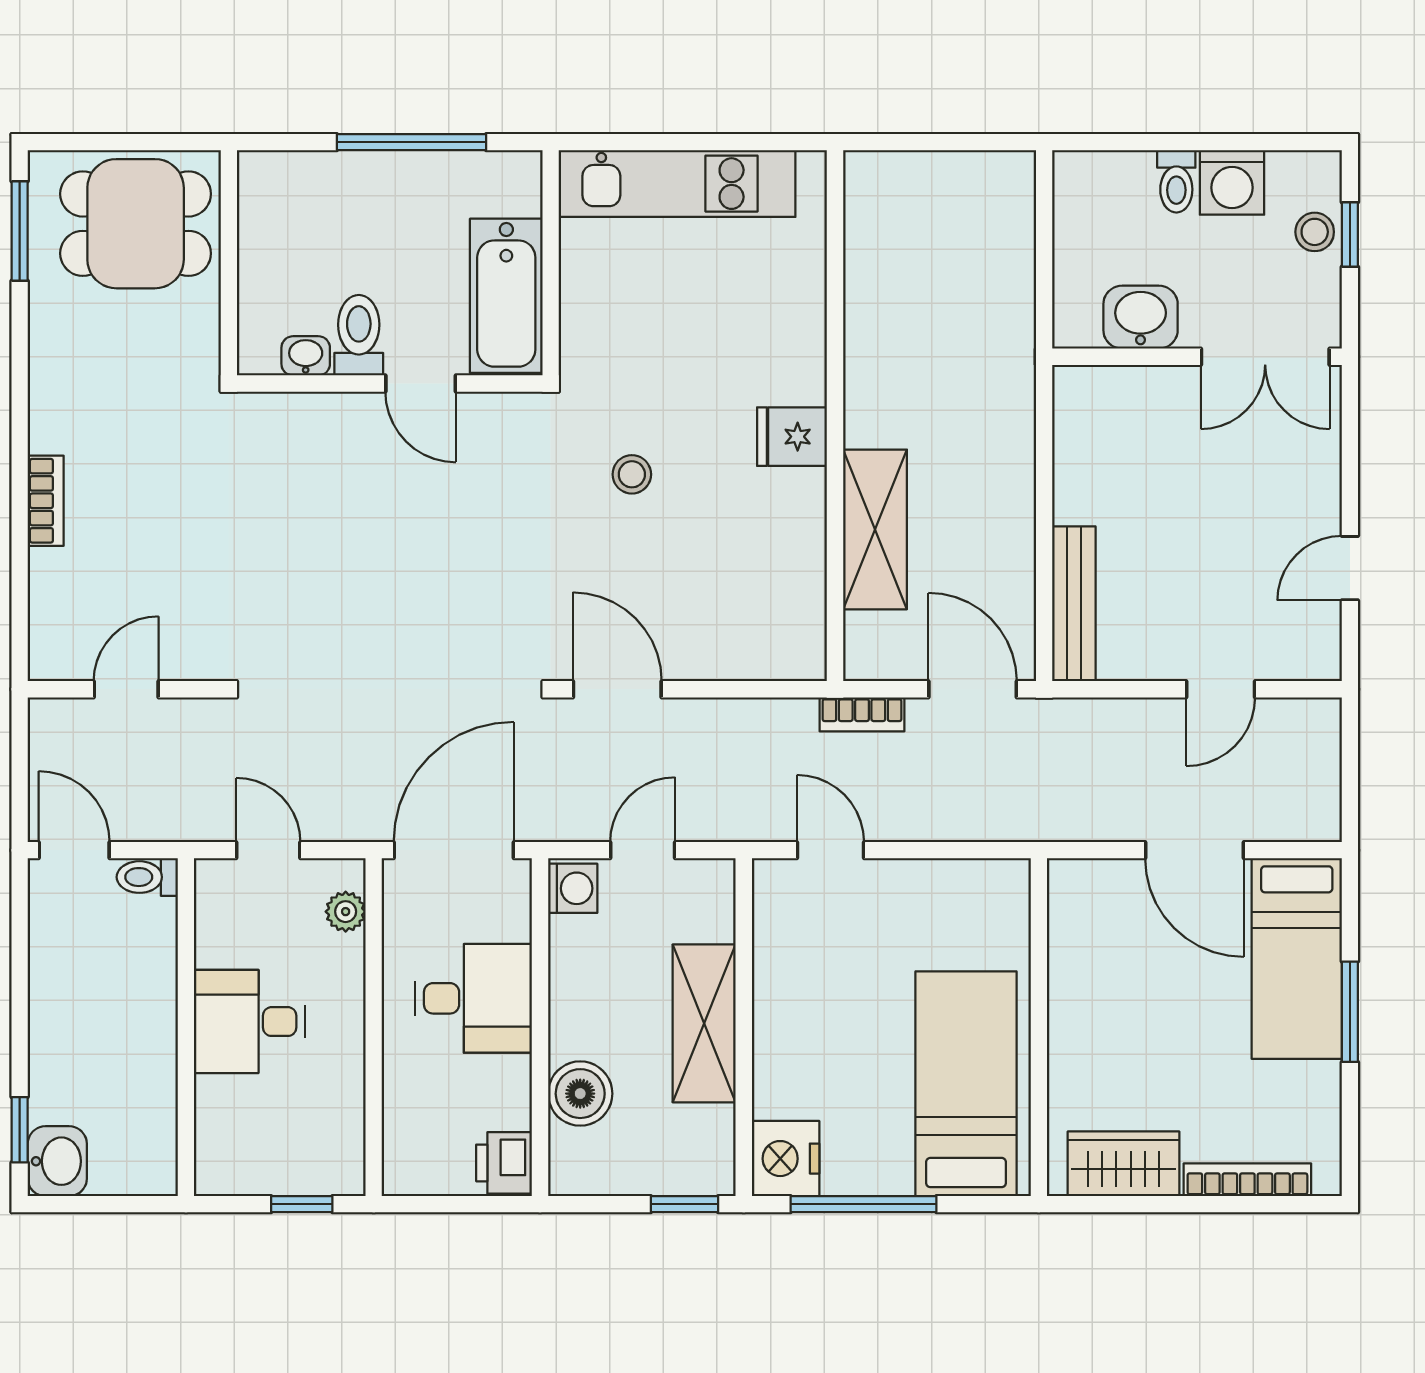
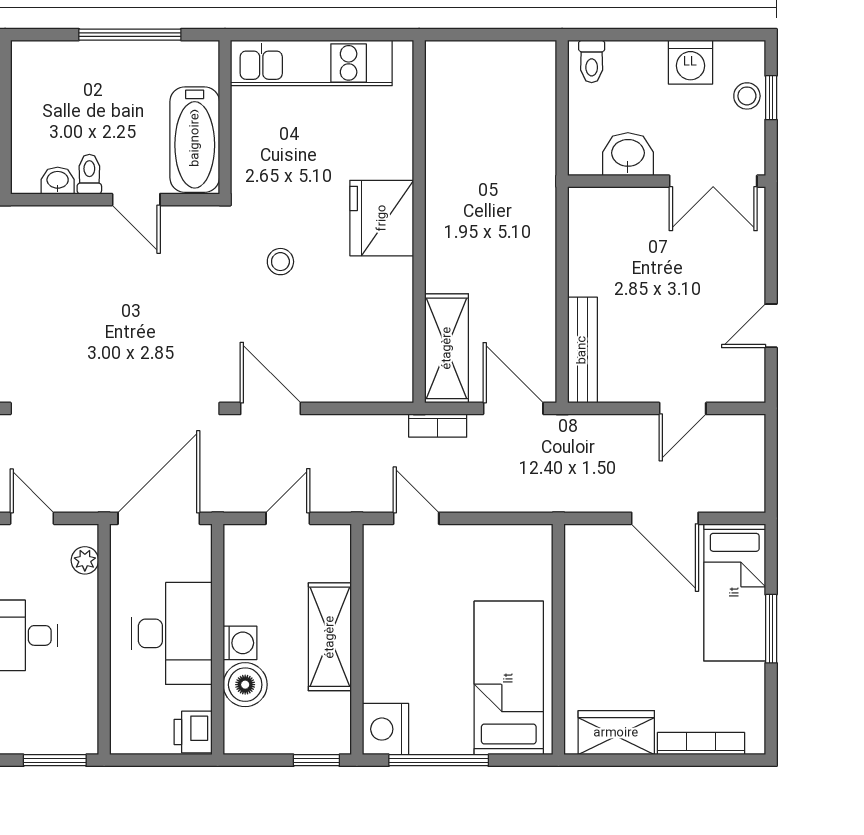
toilet: (1176, 181) -> (592, 61), moved
toilet: (359, 335) -> (89, 174), width x0.73, depth x0.72
fridge: (792, 437) -> (382, 218), width x1.88, depth x1.34
shelving: (875, 529) -> (447, 348), moved
washing machine: (573, 888) -> (240, 643), moved
desk: (473, 998) -> (172, 633), width x1.37
window: (302, 1204) -> (55, 760), width x1.50

